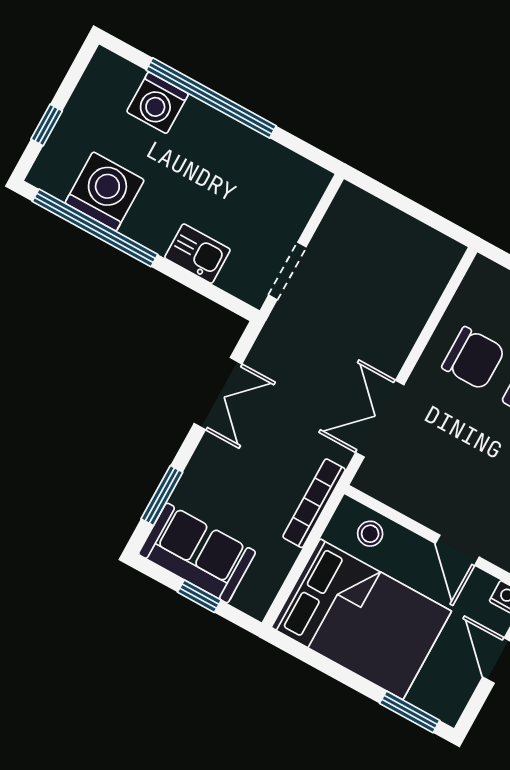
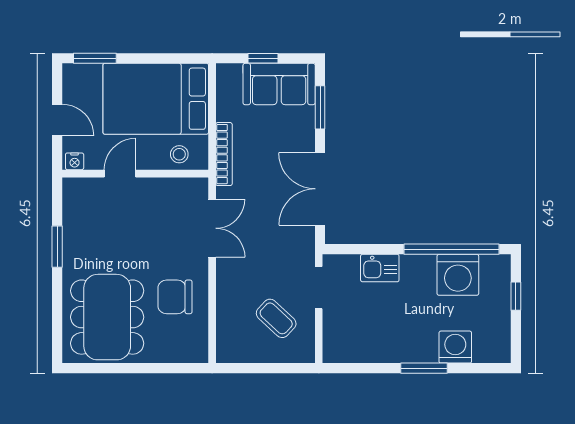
window: (211, 98) -> (424, 368), width x0.47
coffee table: (362, 262) -> (276, 318), added
double door: (218, 394) -> (320, 189), width x1.37
door: (457, 550) -> (120, 174), hinge flipped

